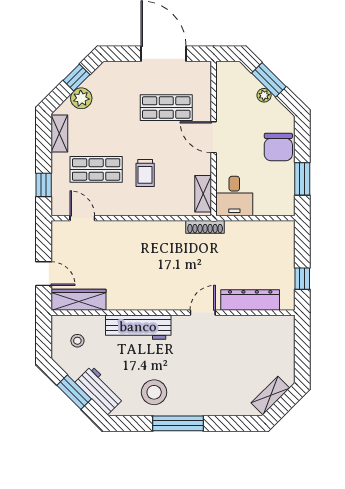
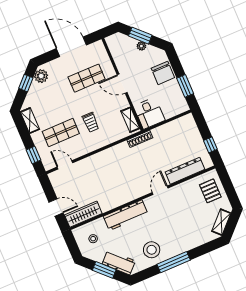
plant: (81, 98) -> (41, 76), moved
pallet: (274, 344) -> (210, 191), added

